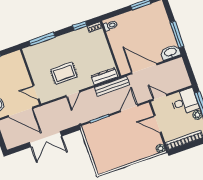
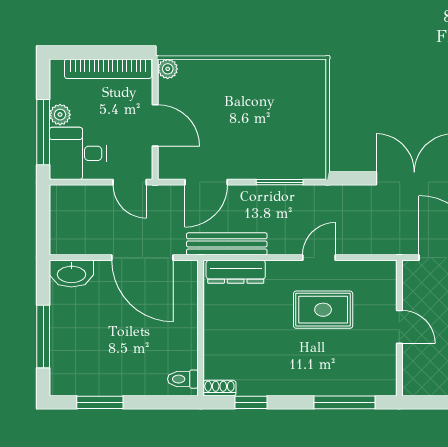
window: (177, 34) -> (43, 337), moved
door: (36, 92) -> (399, 327), moved

